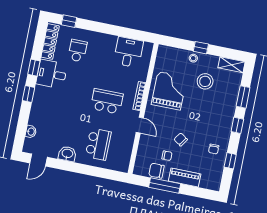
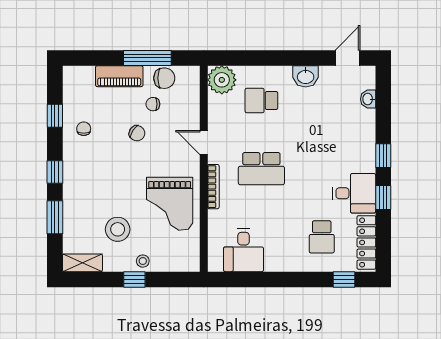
school desk: (98, 144) -> (261, 101), width x0.54
plant: (120, 162) -> (222, 80), added

